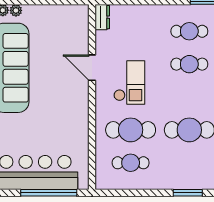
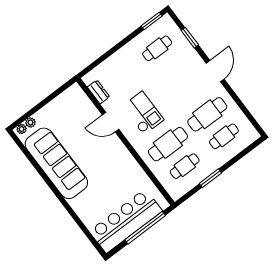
dresser: (102, 17) -> (98, 92), moved
cafe table: (189, 64) -> (224, 136), moved
window: (188, 193) -> (210, 178), moved

